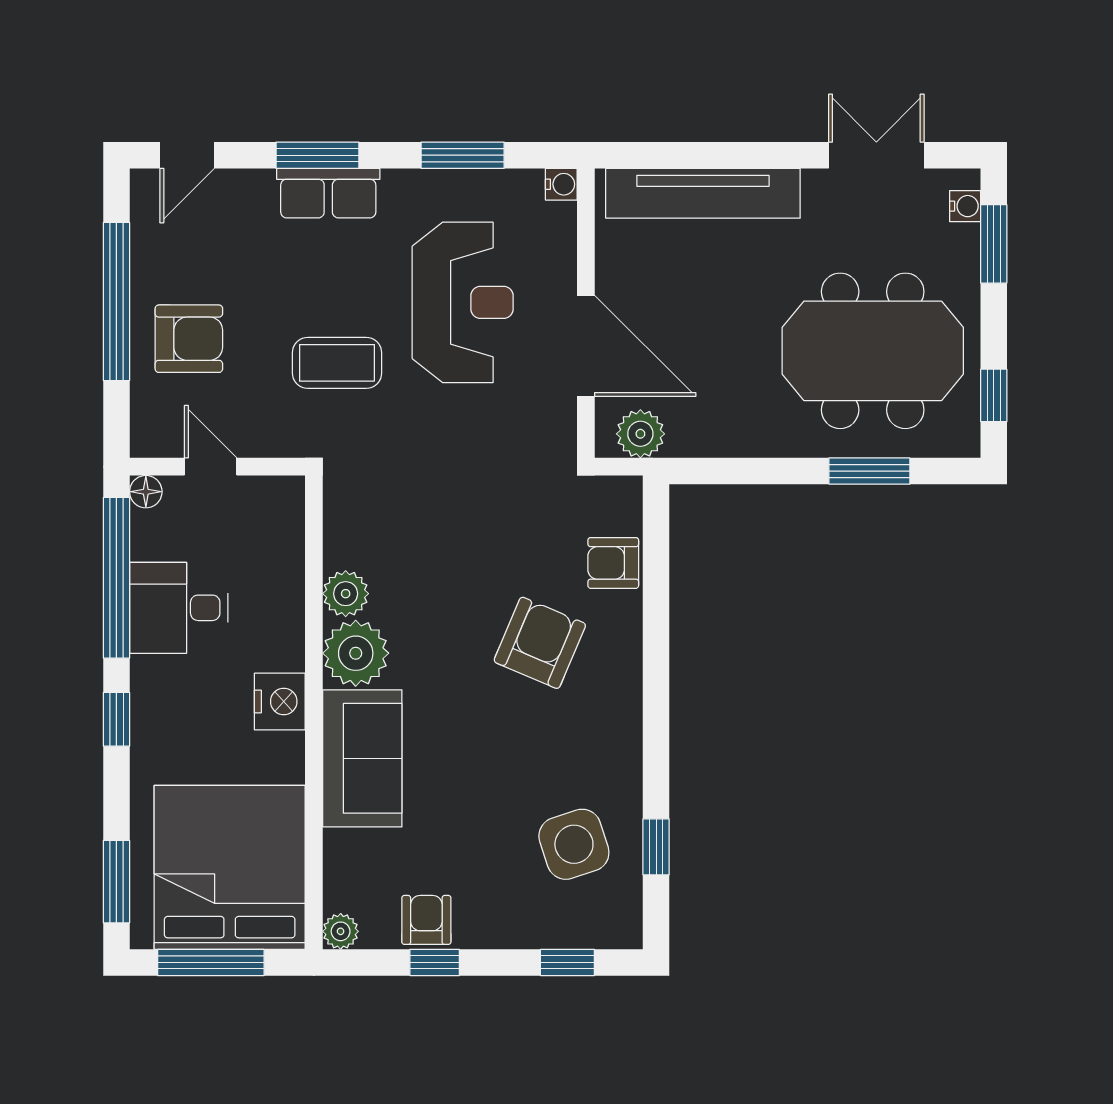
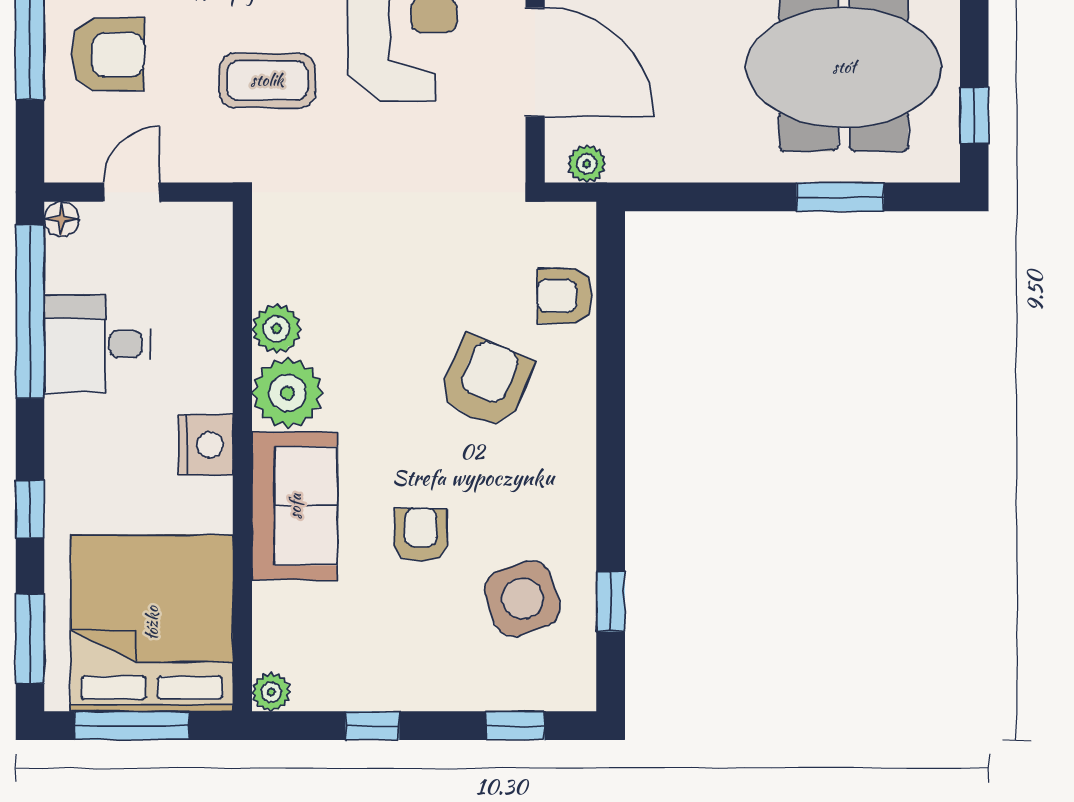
plant: (640, 434) -> (587, 164), width x0.73, depth x0.73
door: (211, 467) -> (131, 192), hinge flipped
window: (116, 719) -> (30, 509), moved
armchair: (426, 920) -> (421, 535), moved

